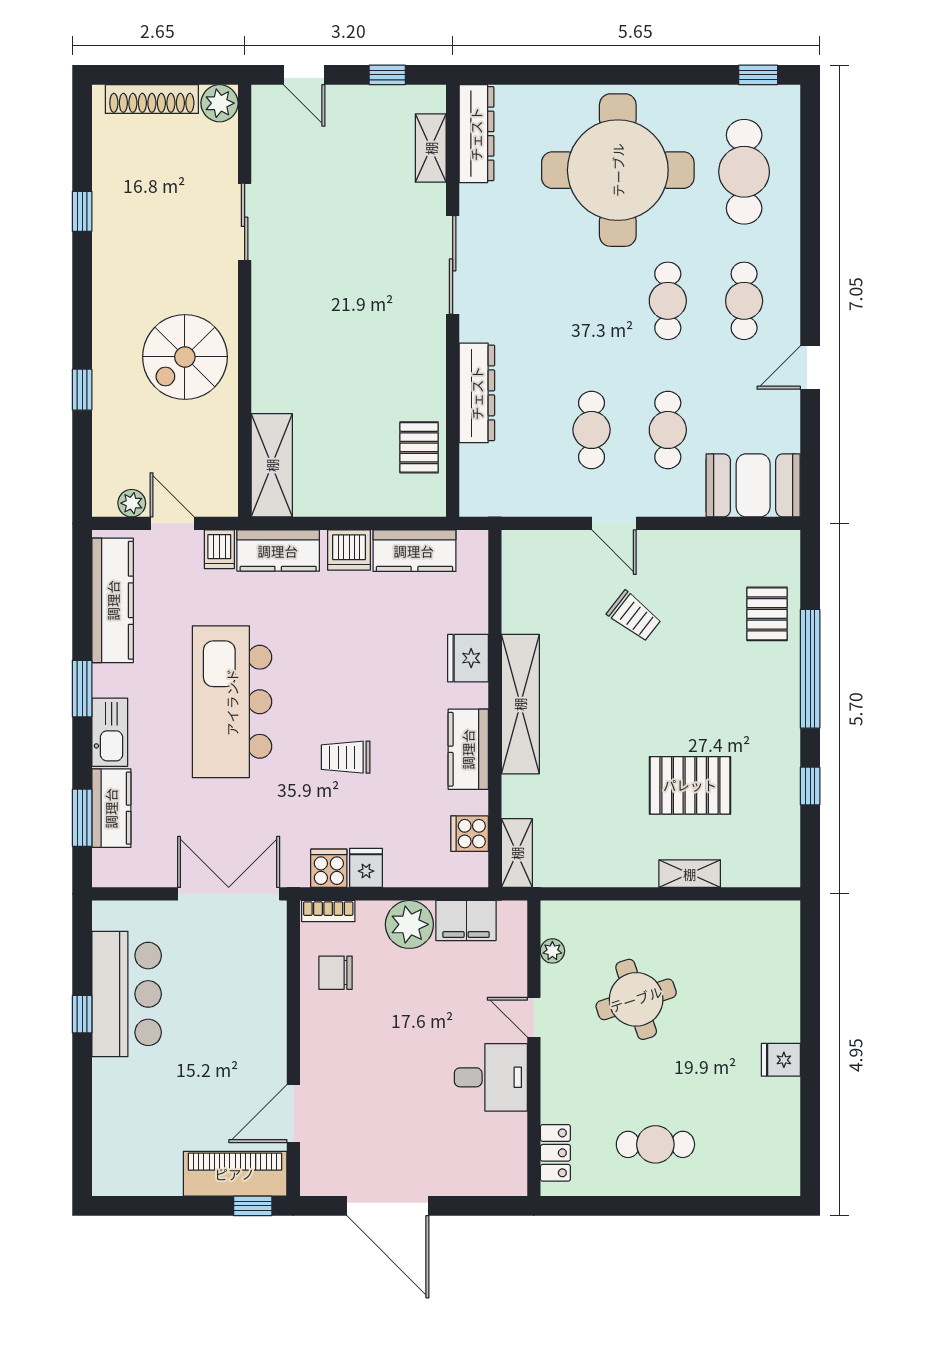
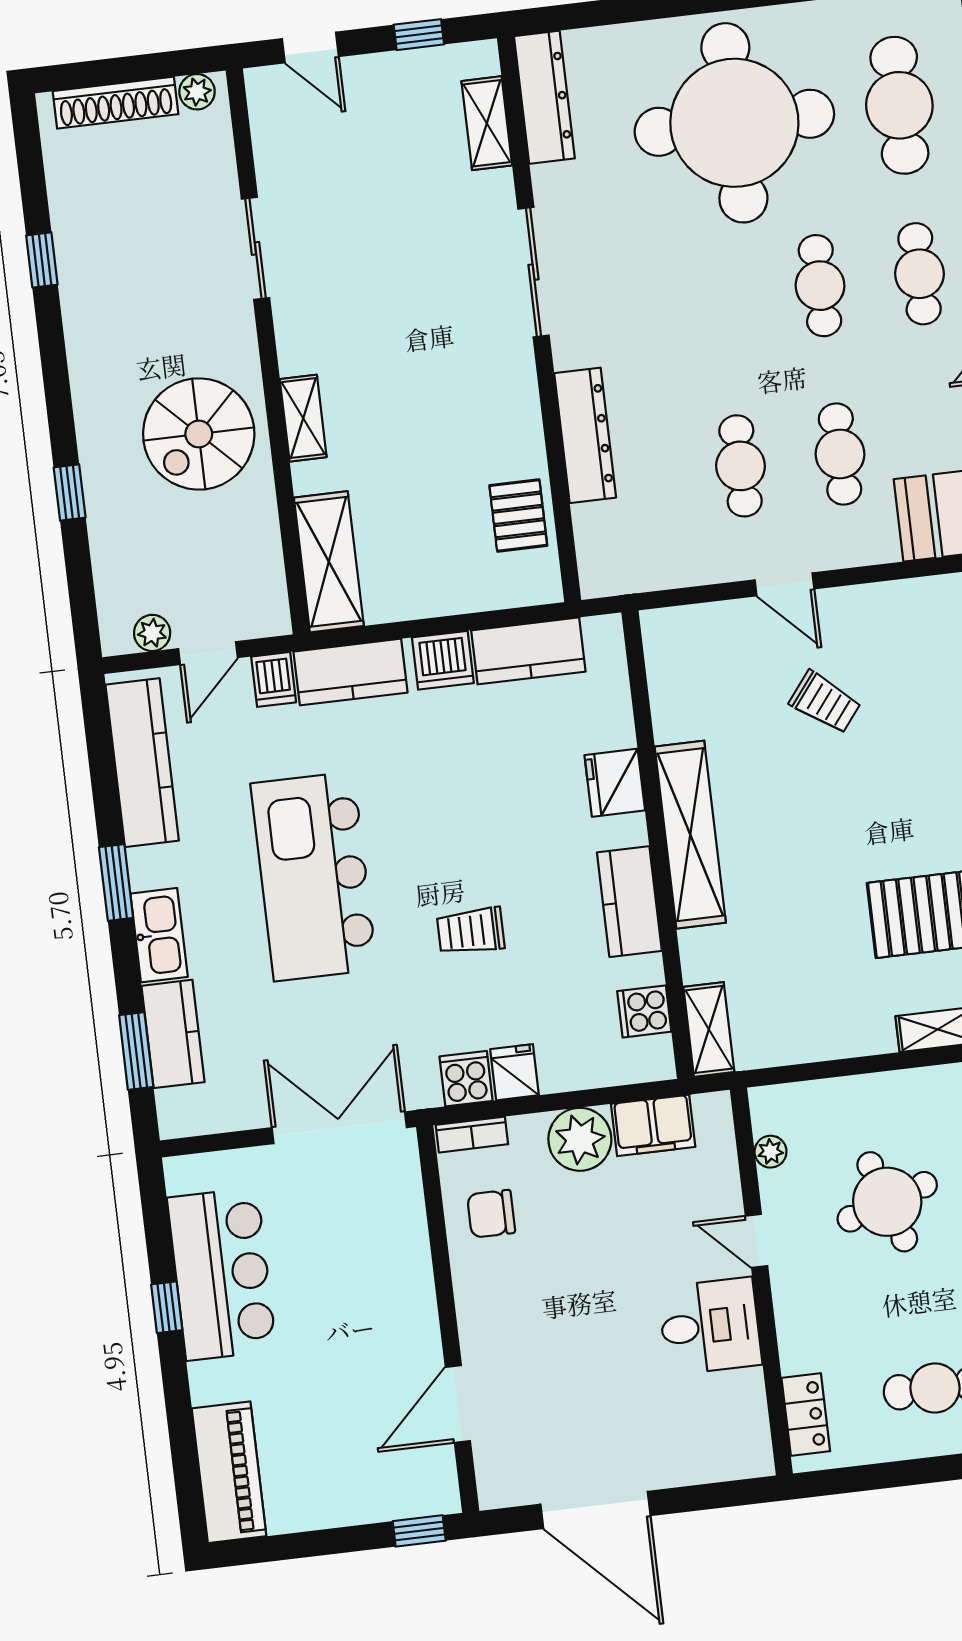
plant: (220, 103) -> (197, 92), width x0.73, depth x0.73
shelving: (265, 354) -> (303, 418), added
door: (172, 523) -> (208, 653), swing flipped
piano: (235, 1174) -> (229, 1472), moved, turned 90

